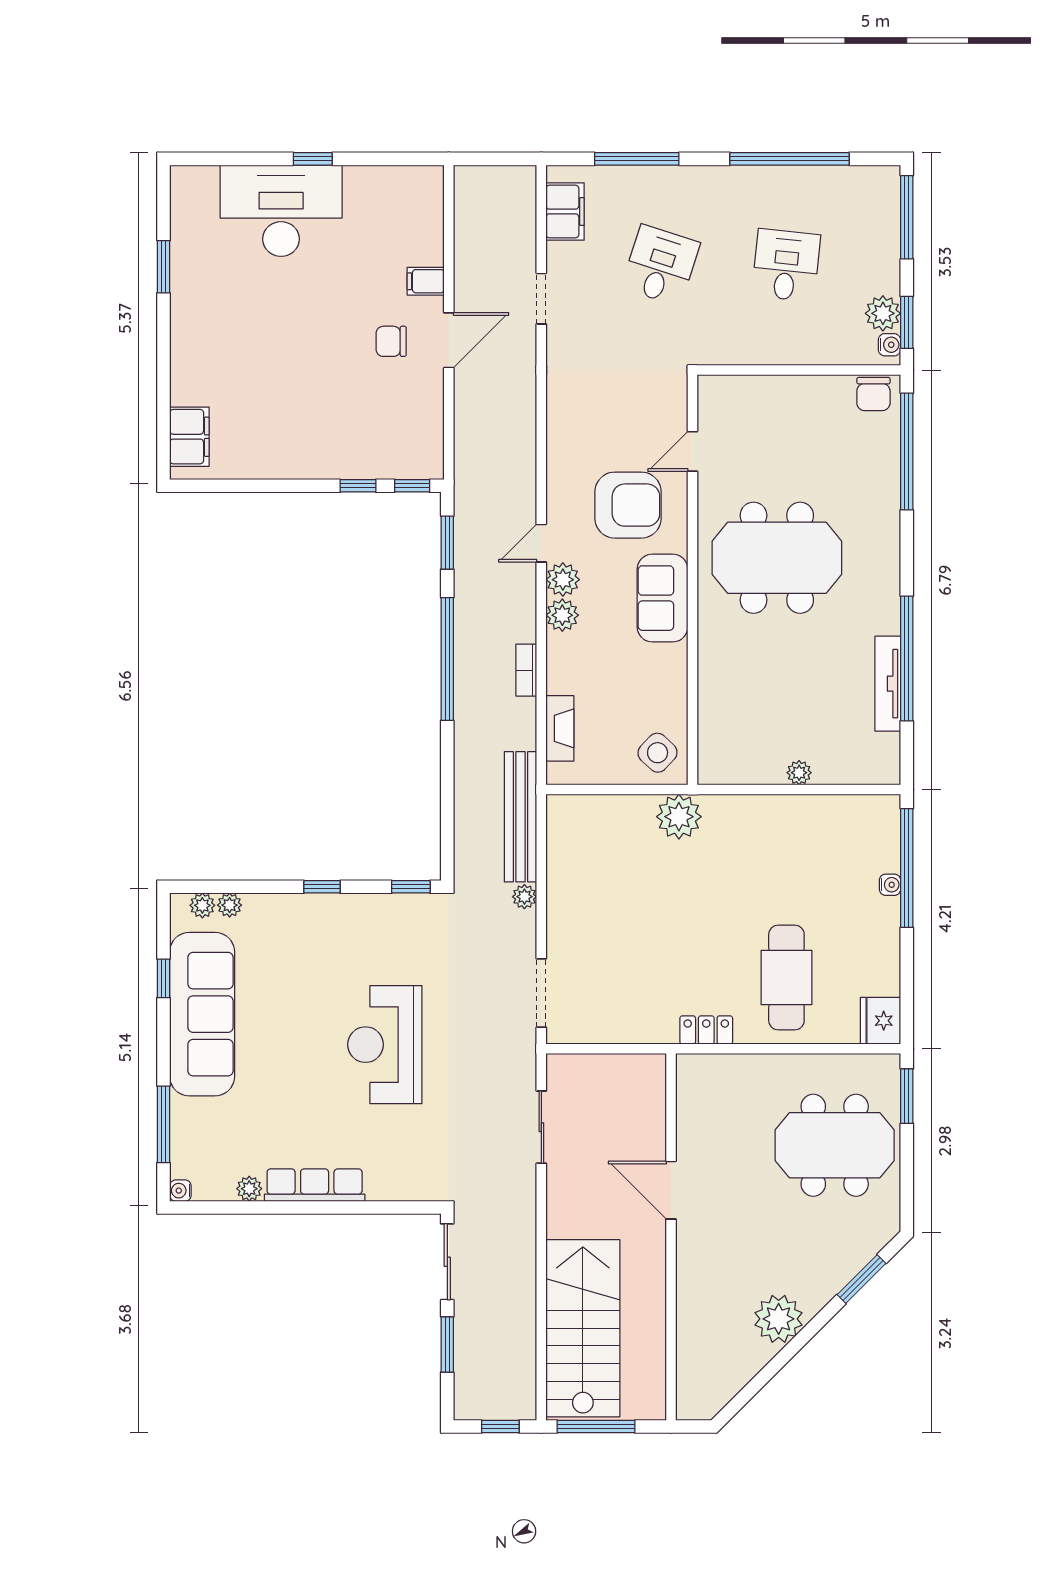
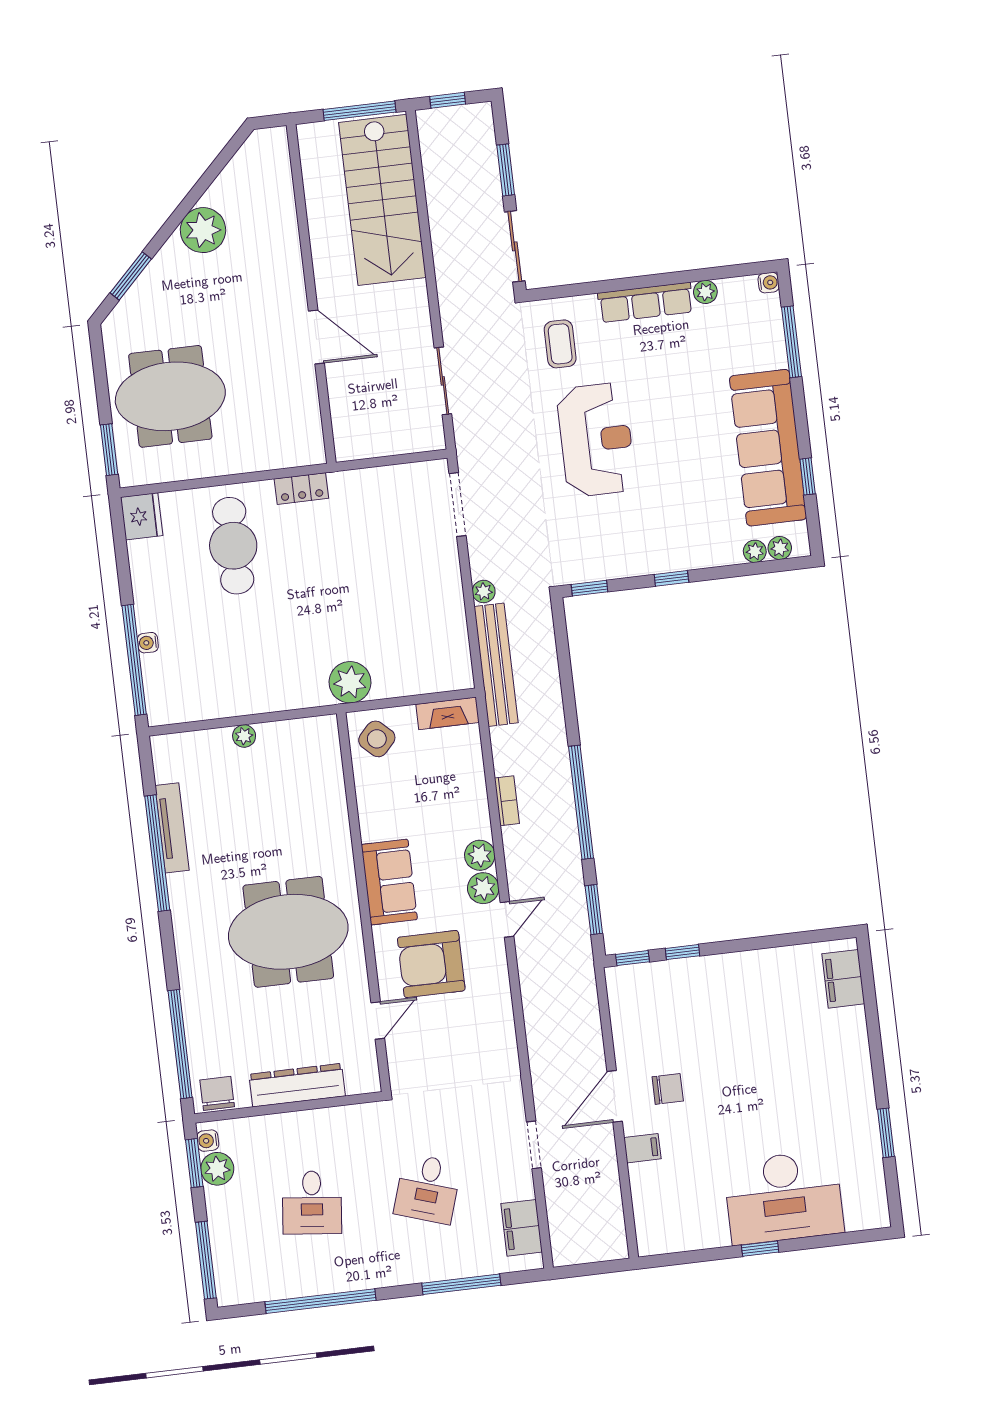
dresser: (787, 393) -> (297, 1085), added
fireplace: (560, 728) -> (448, 713), moved, turned -90
coffee table: (411, 1152) -> (560, 344), added

